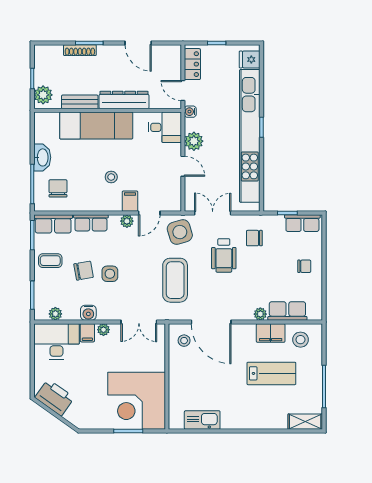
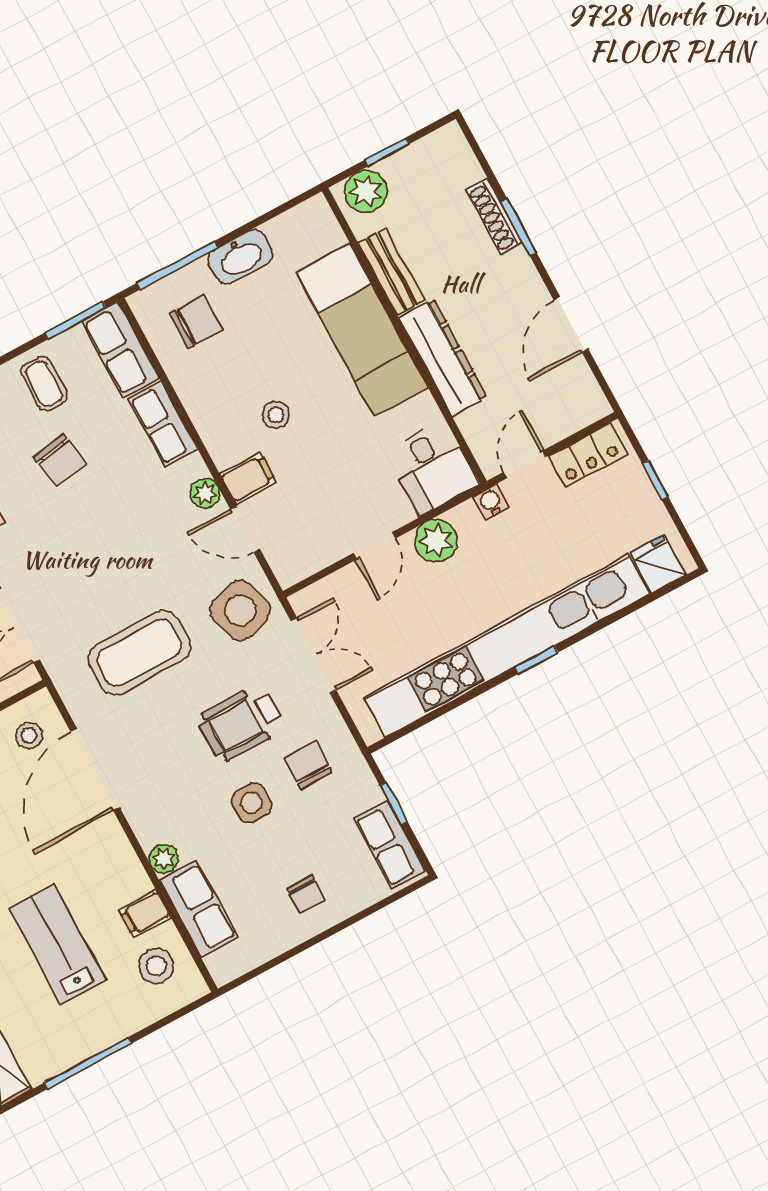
side table: (110, 274) -> (251, 803), moved
filing cabinet: (271, 333) -> (145, 914), width x0.50
lab bench: (271, 373) -> (58, 944), turned 180

